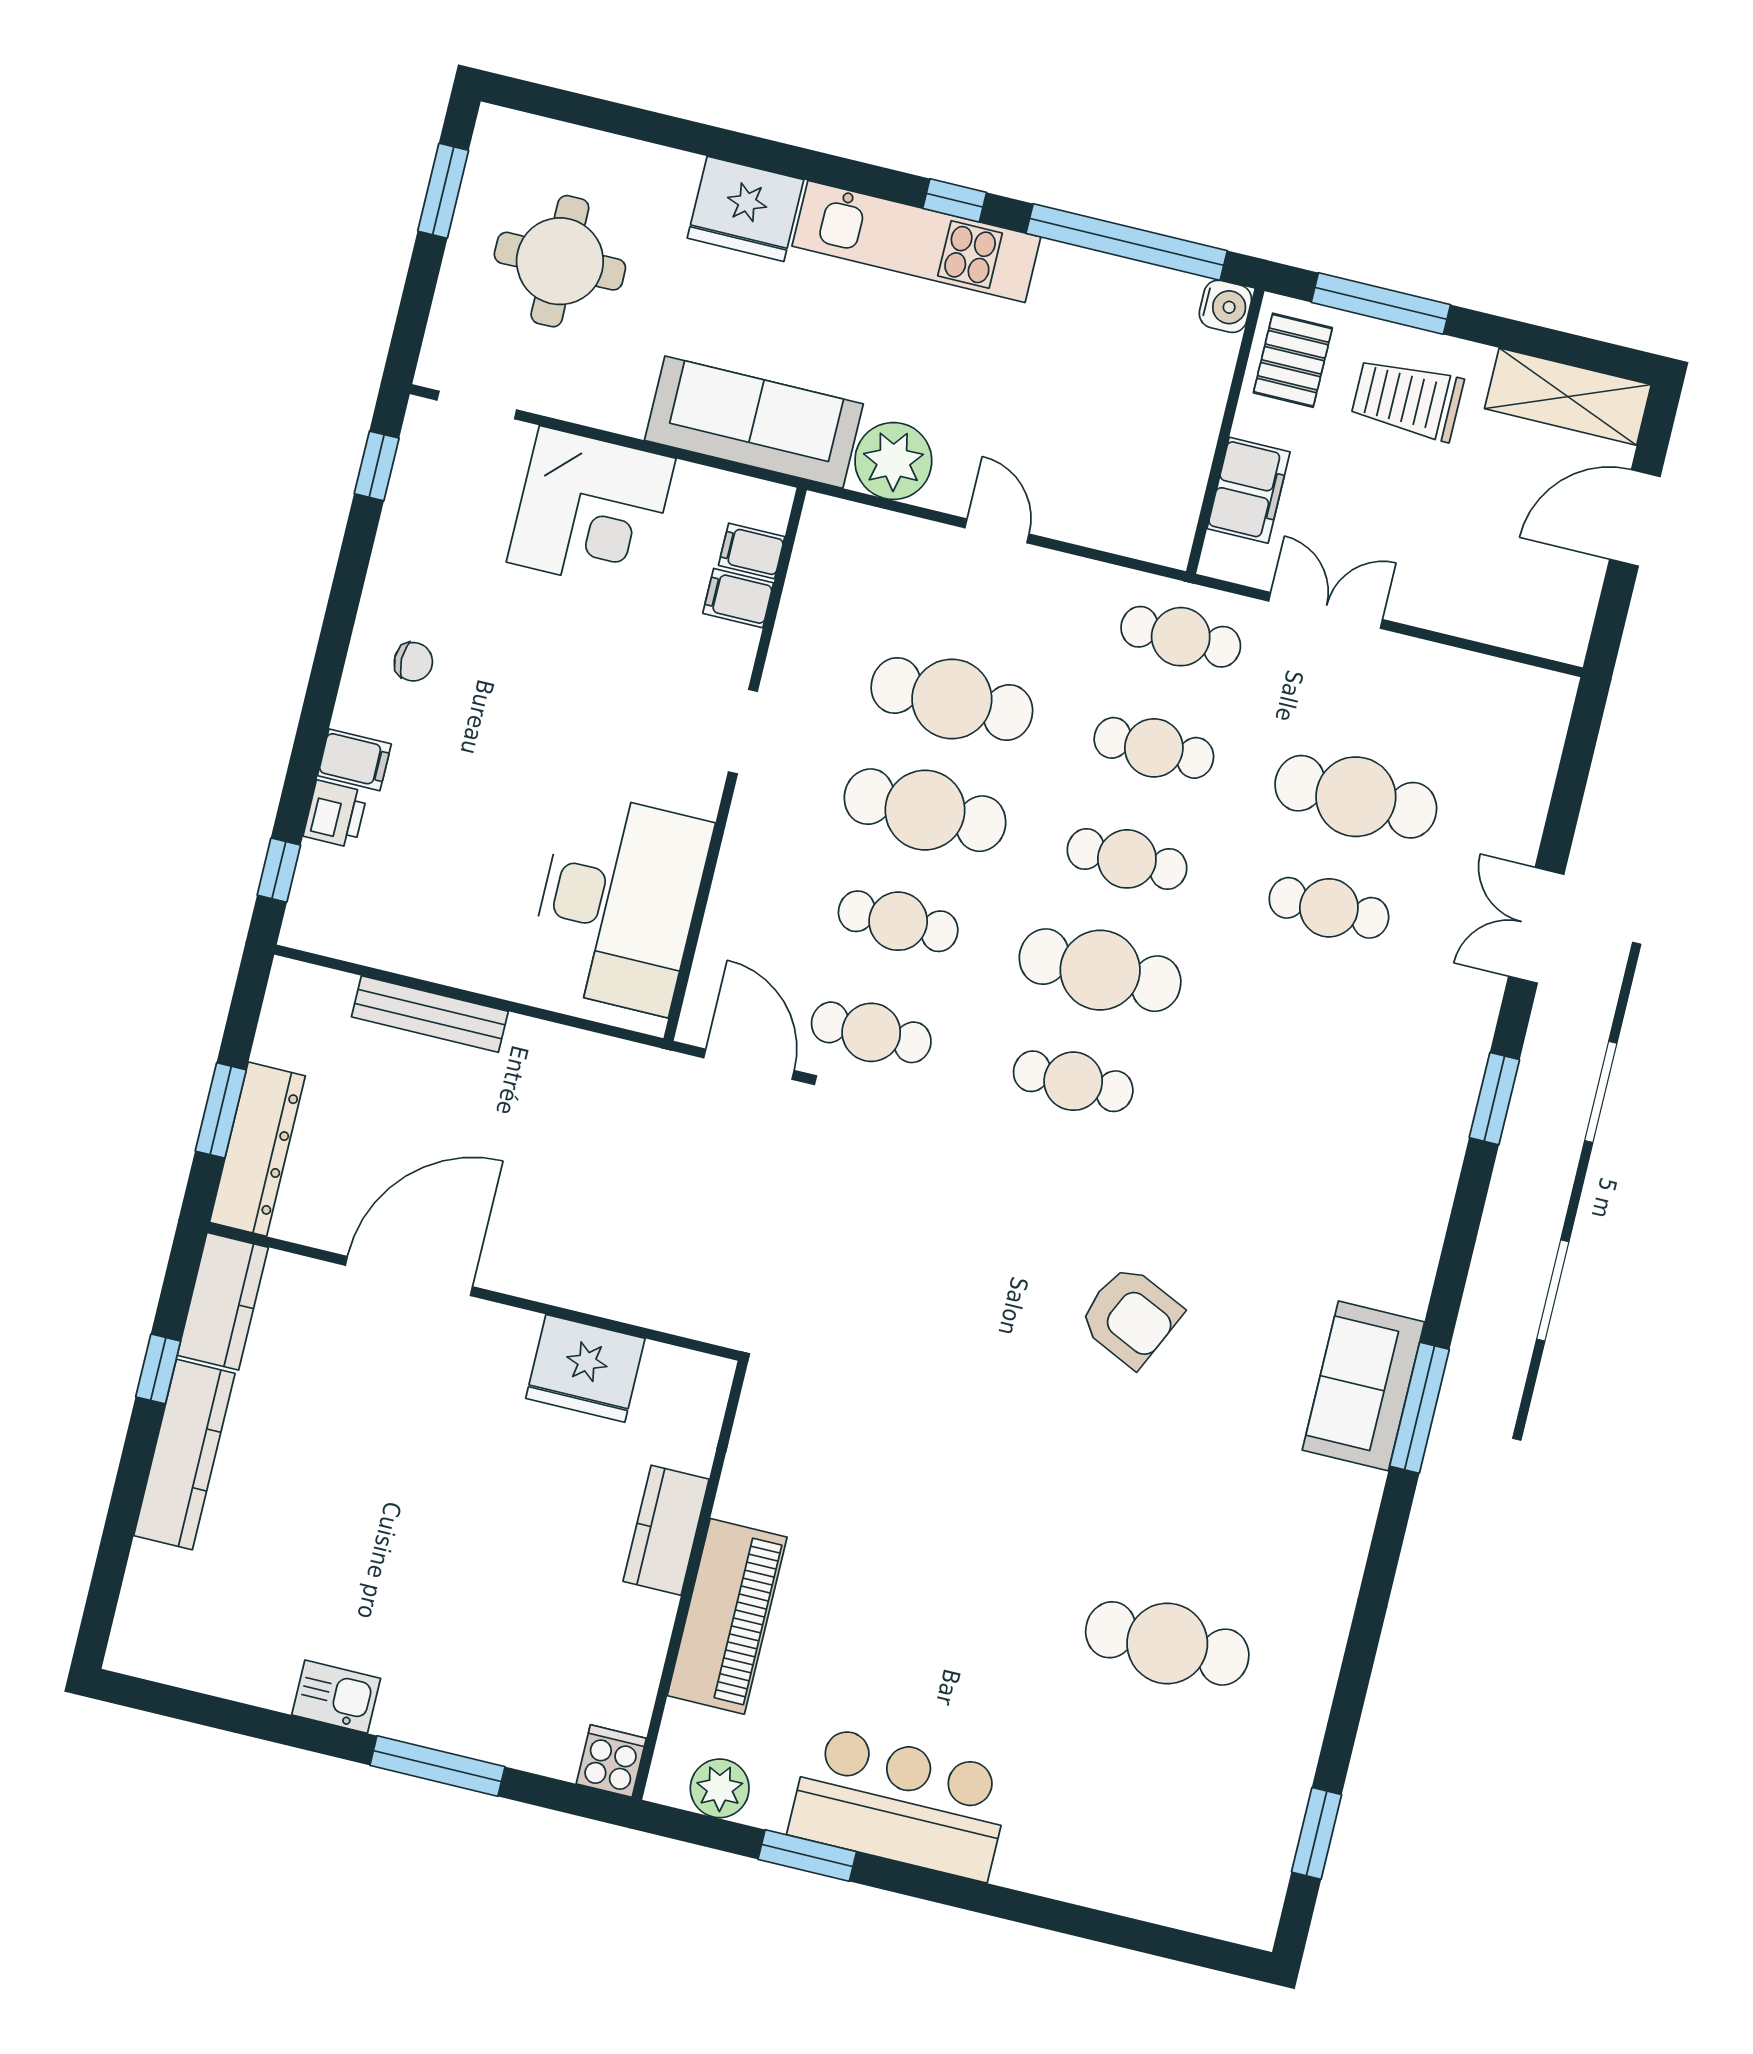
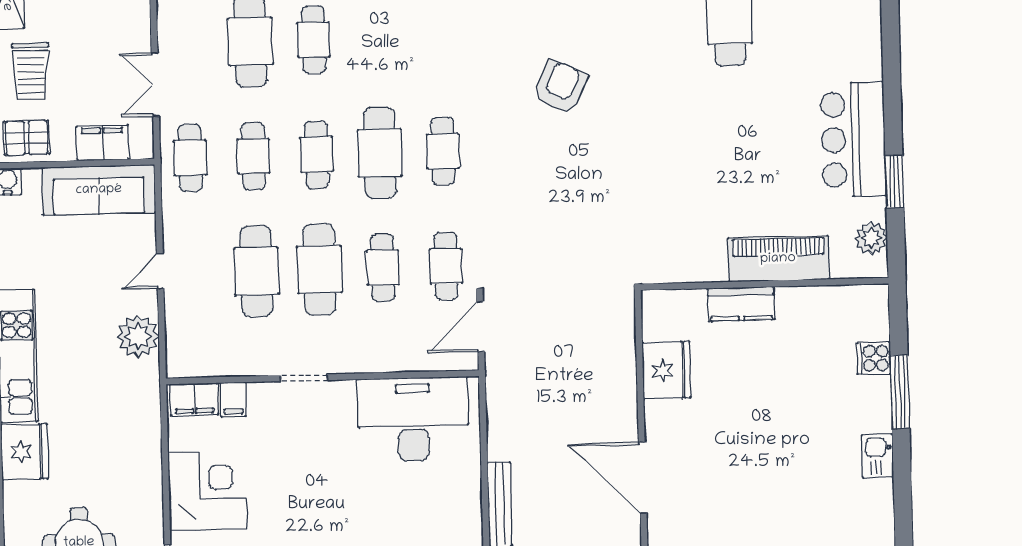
sofa: (754, 422) -> (99, 190), moved, turned -90
filing cabinet: (752, 551) -> (194, 399), width x2.00
cooker: (611, 1761) -> (874, 358), moved

